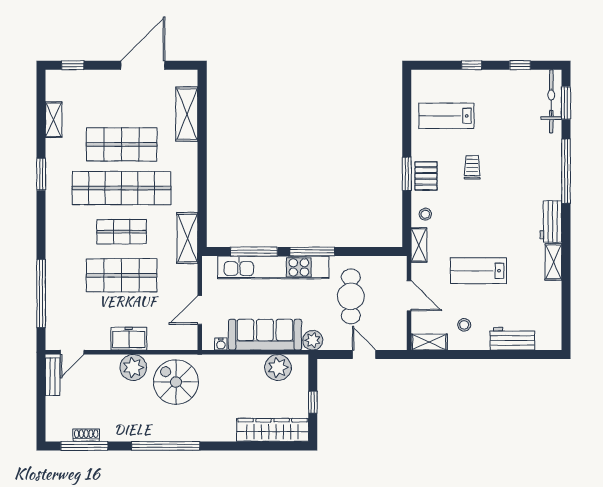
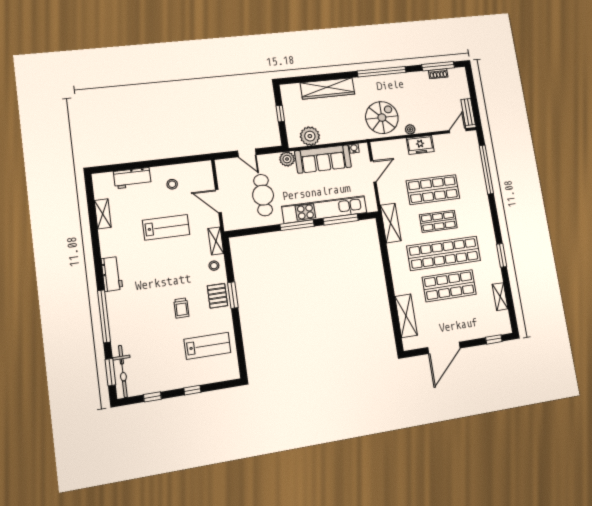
shelving: (553, 262) -> (103, 214), moved
shelving: (429, 342) -> (198, 168), removed
plant: (133, 367) -> (410, 129), width x0.53, depth x0.53
spiral stairs: (176, 382) -> (382, 118), turned -90
wardrobe: (273, 430) -> (327, 88), moved

